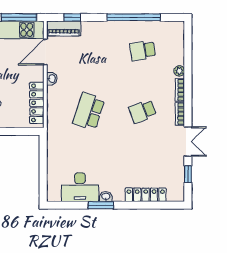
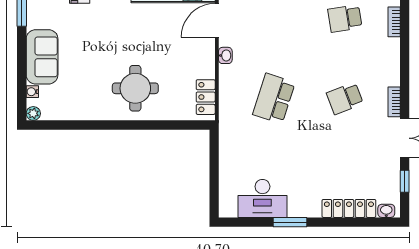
plant: (179, 71) -> (393, 45), removed
bookcase: (180, 90) -> (394, 22), moved
locker: (37, 103) -> (206, 97), width x0.66
washbasin: (106, 197) -> (386, 211), moved

